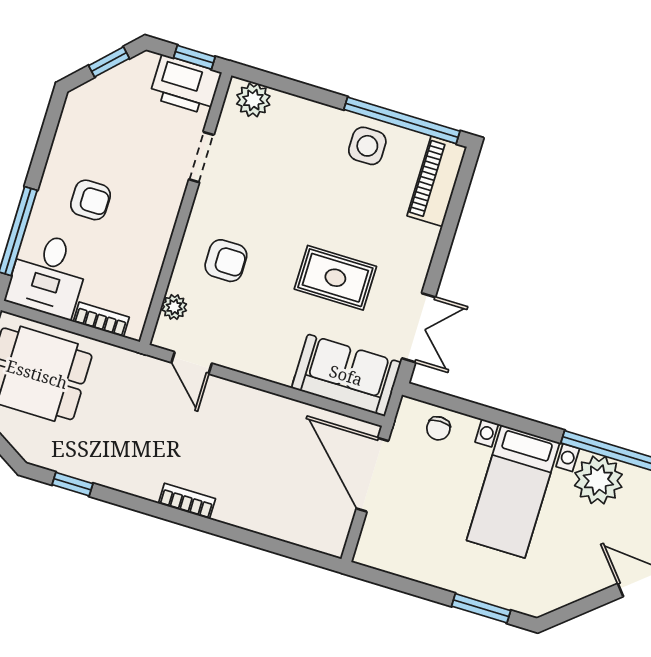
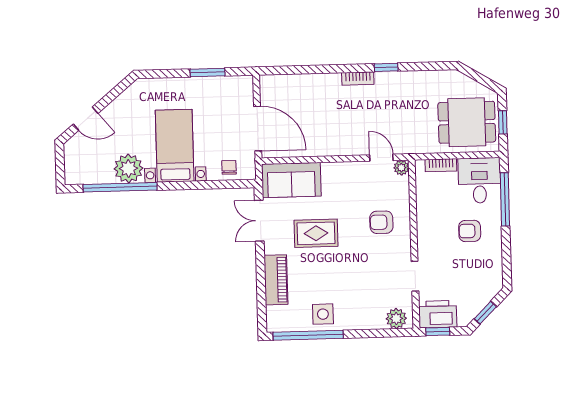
piano: (437, 181) -> (276, 280), moved
plant: (174, 307) -> (401, 168), moved
window: (72, 484) -> (386, 67), moved
window: (481, 608) -> (208, 72), moved

